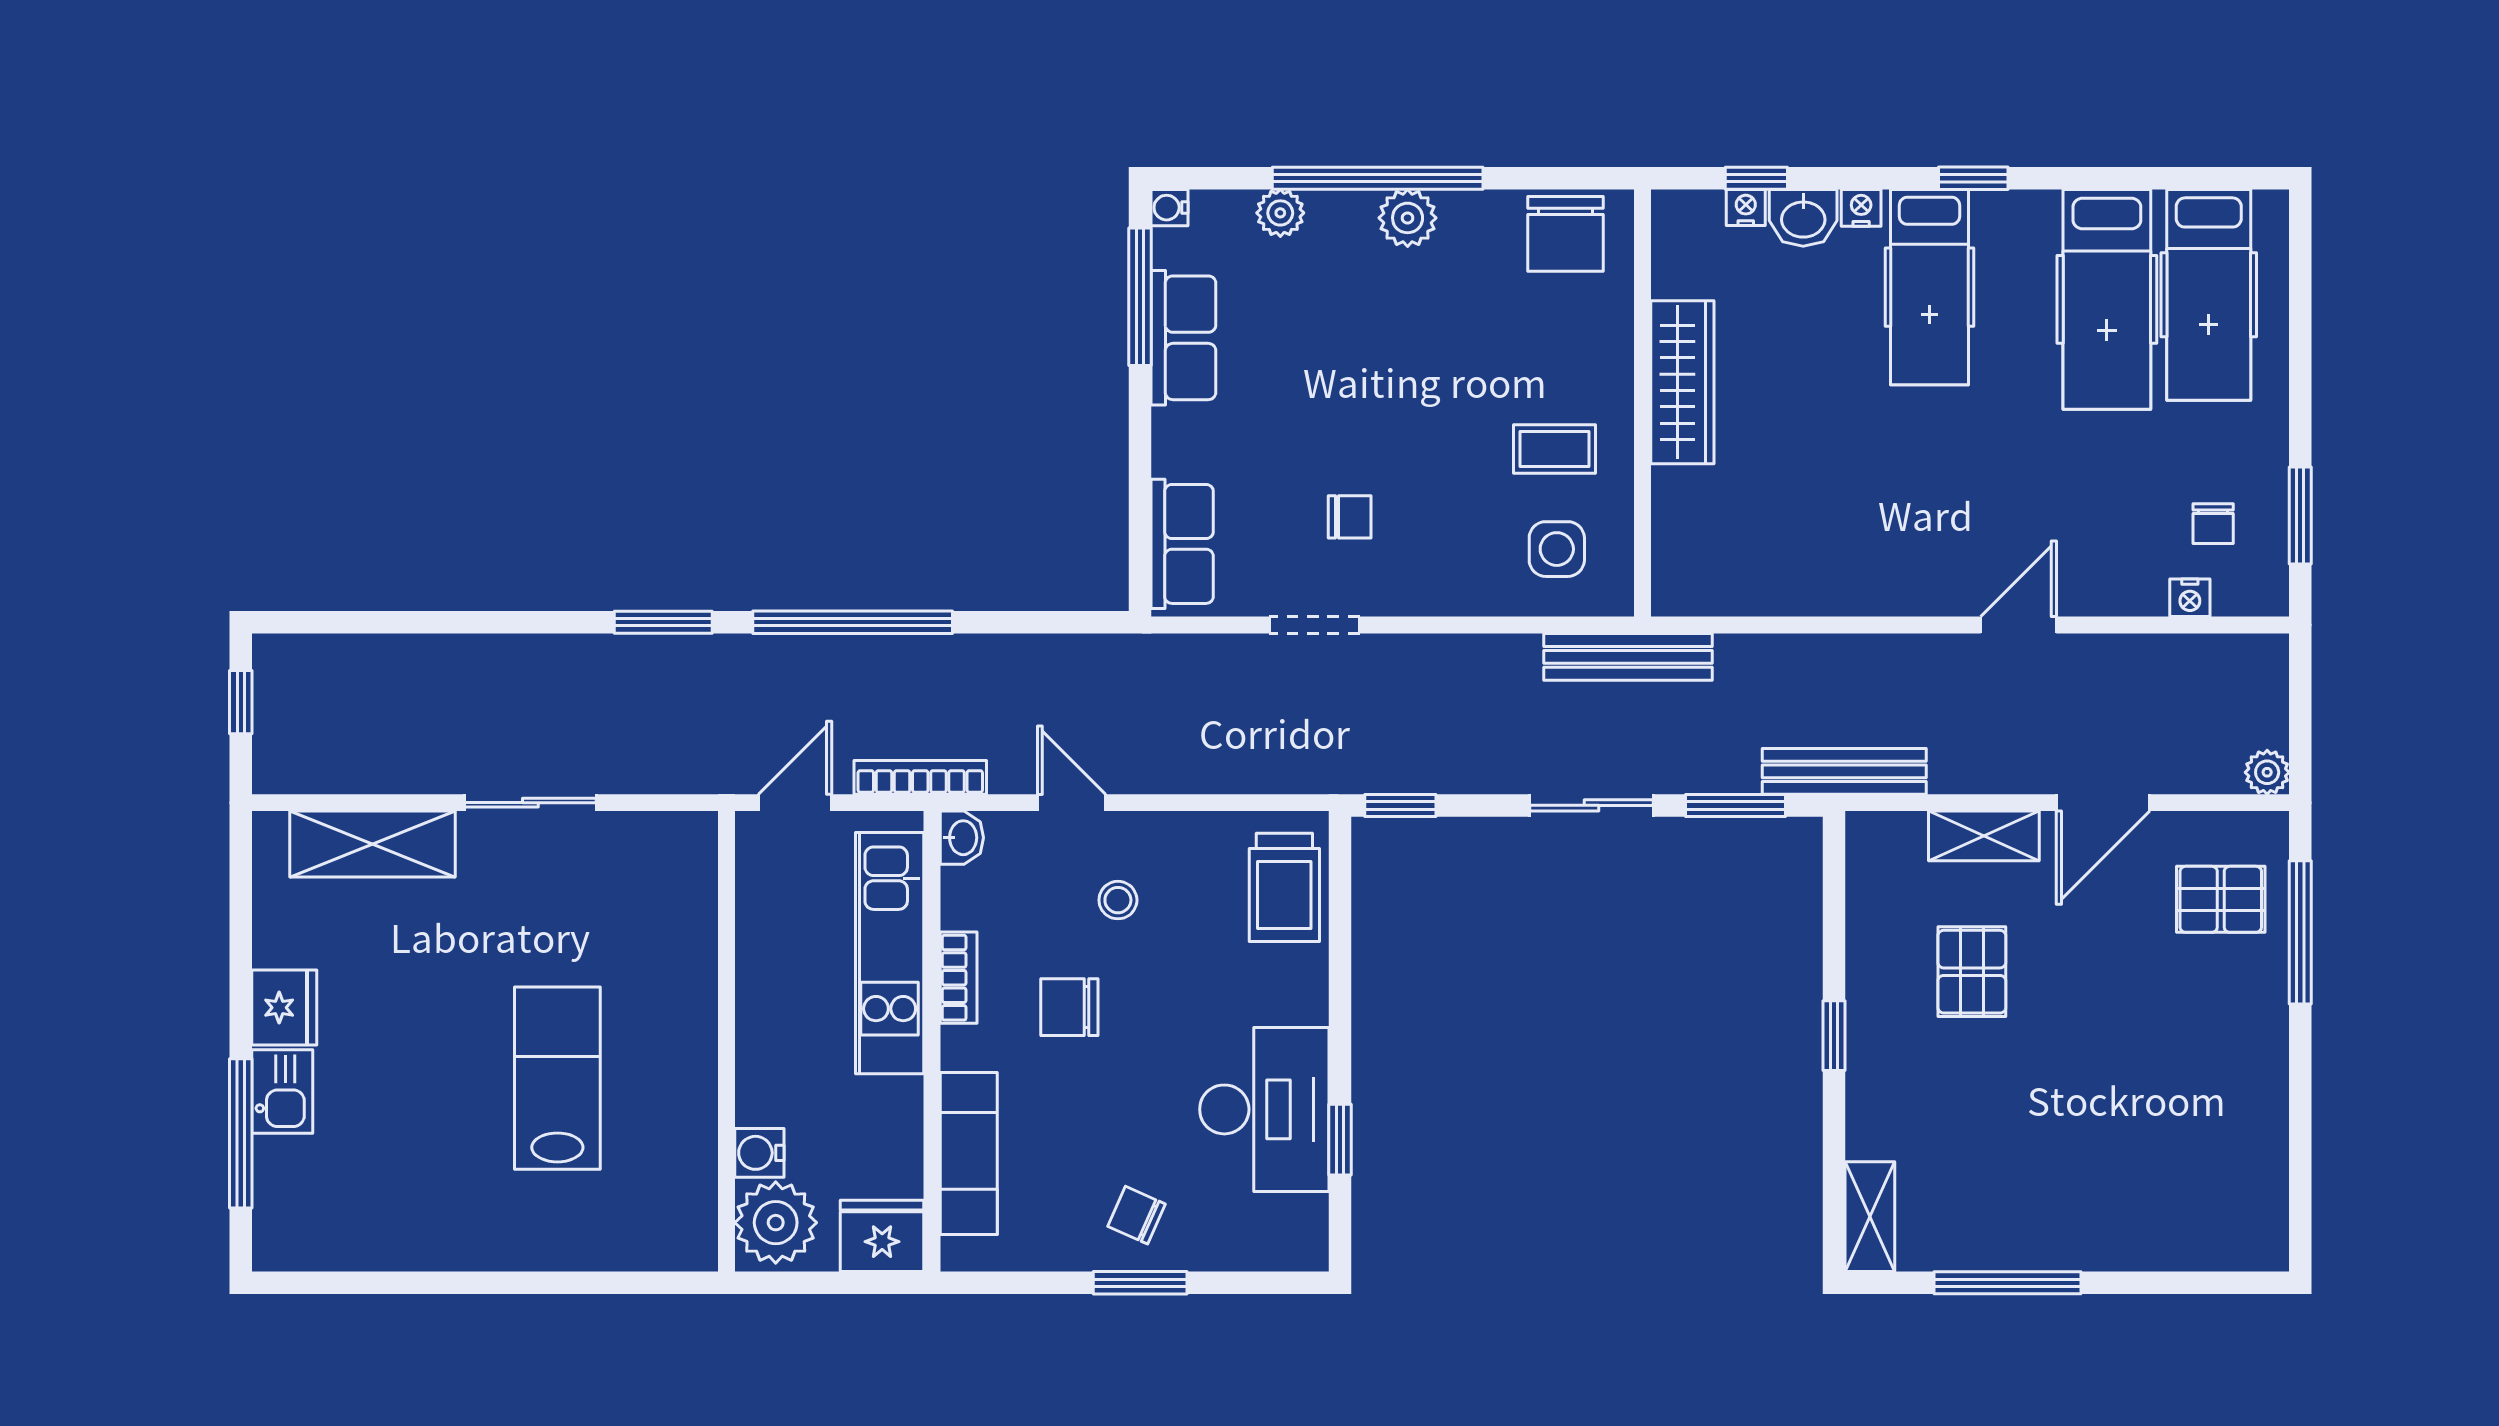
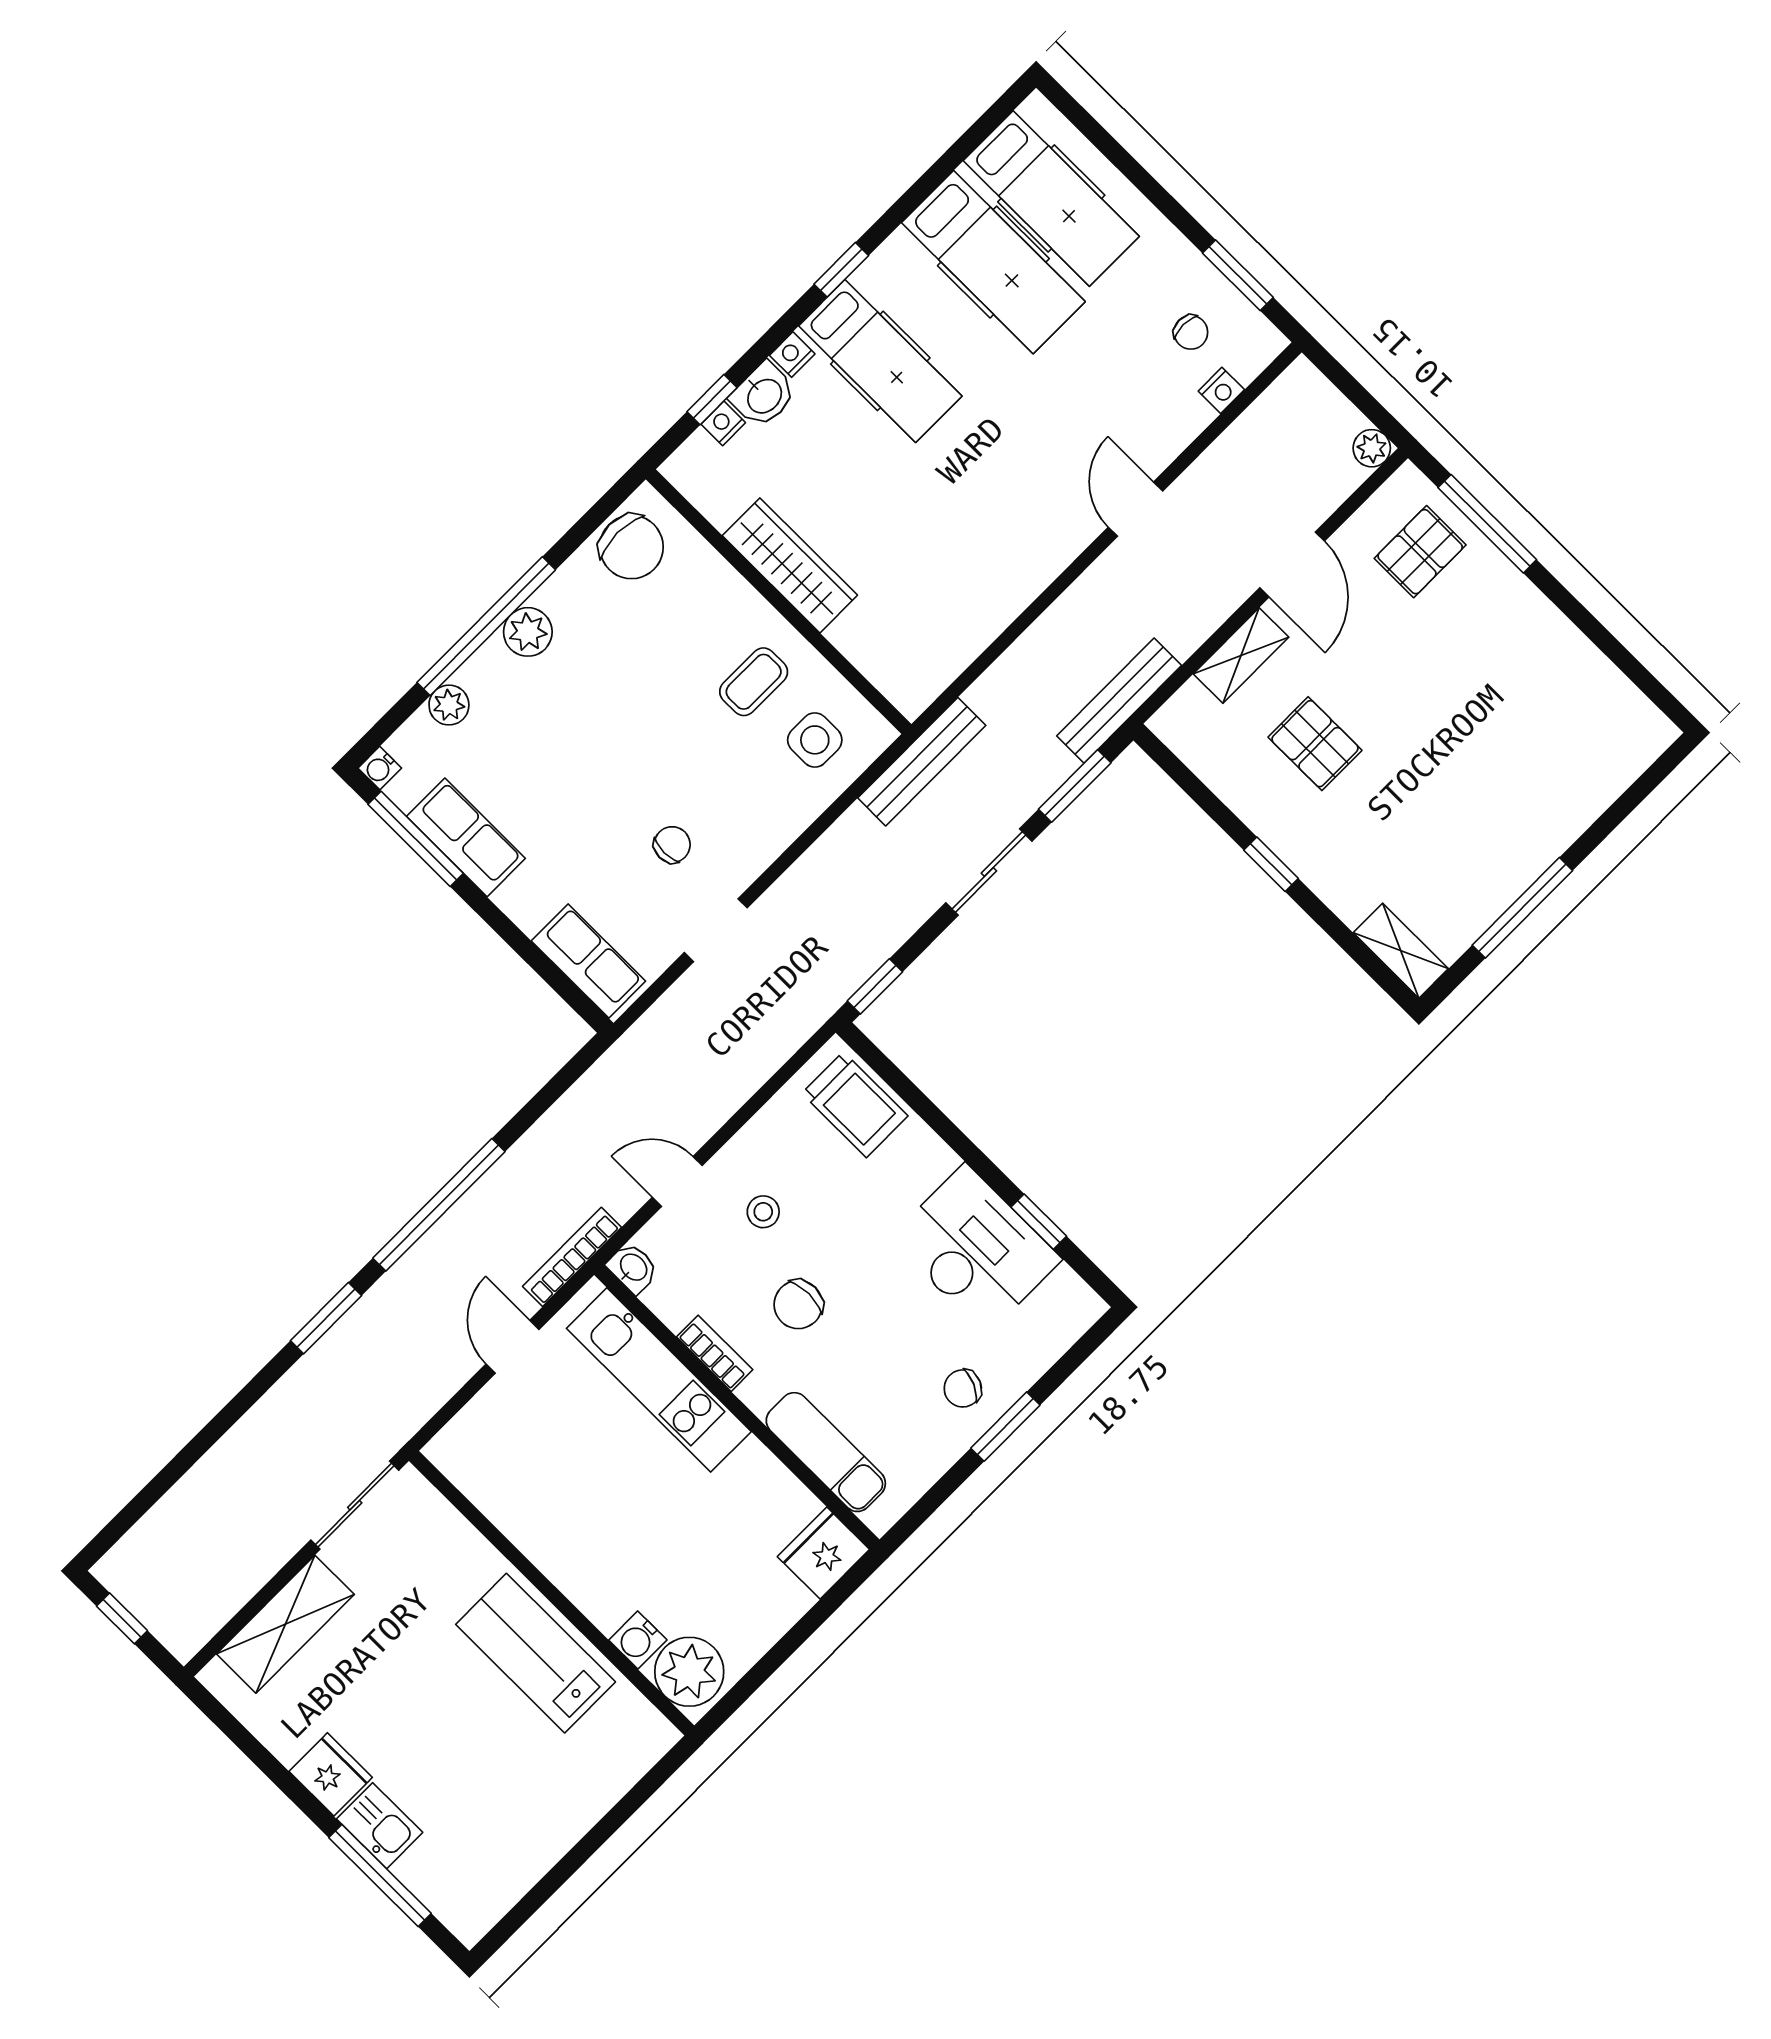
wall: (727, 1041) -> (552, 1593), moved
water cooler: (759, 1153) -> (638, 1640), moved
plant: (776, 1223) -> (689, 1672), moved

